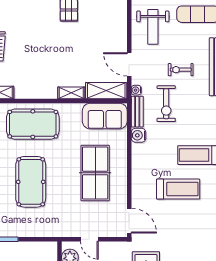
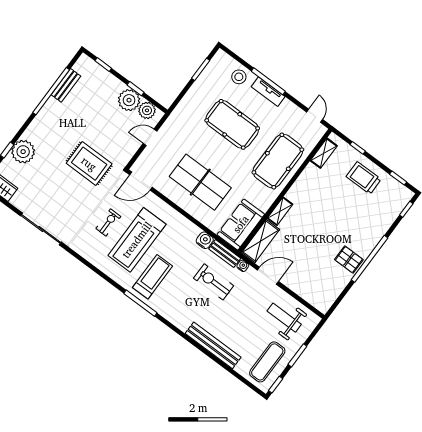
exercise bike: (181, 70) -> (108, 222), moved
treadmill: (178, 189) -> (137, 240), width x1.37, depth x1.38

